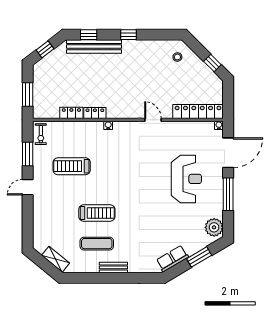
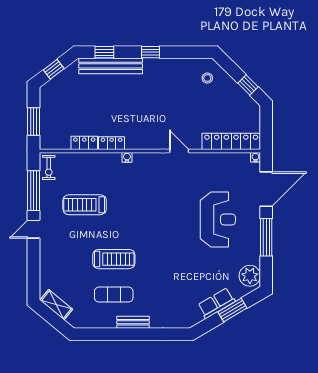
window: (28, 154) -> (33, 191), width x1.44
shelving: (56, 259) -> (56, 305), moved
row of seats: (172, 259) -> (216, 303), moved

